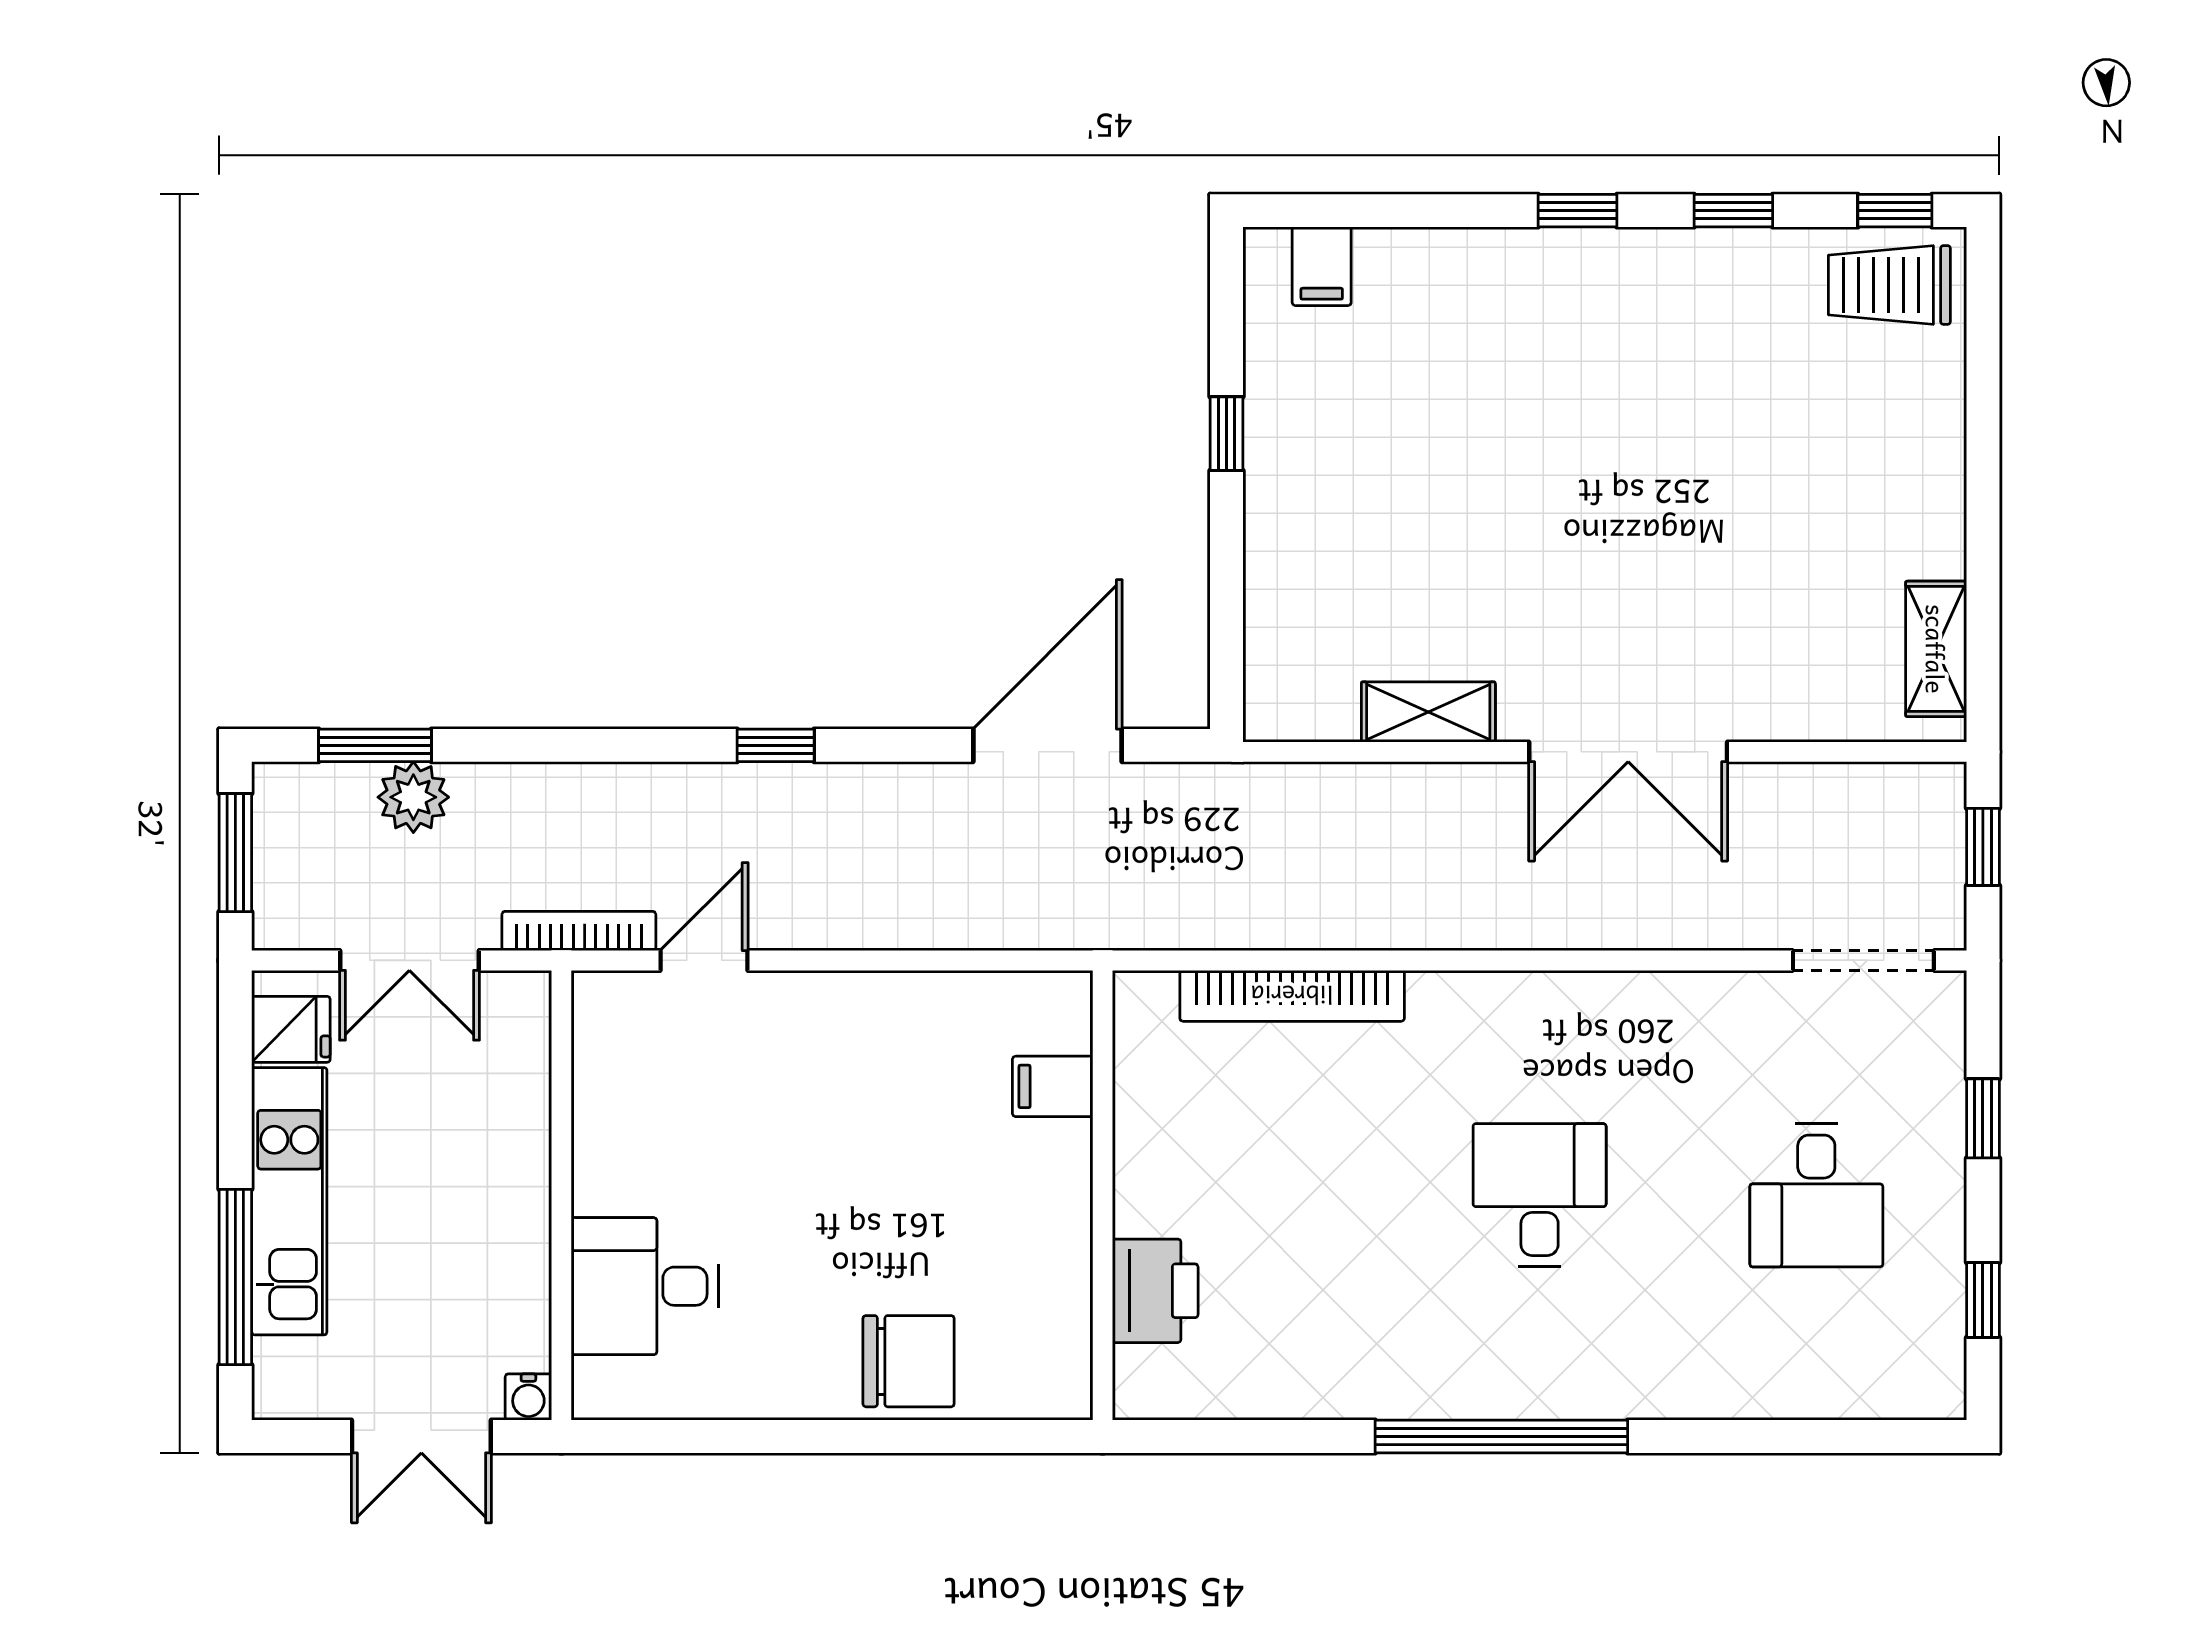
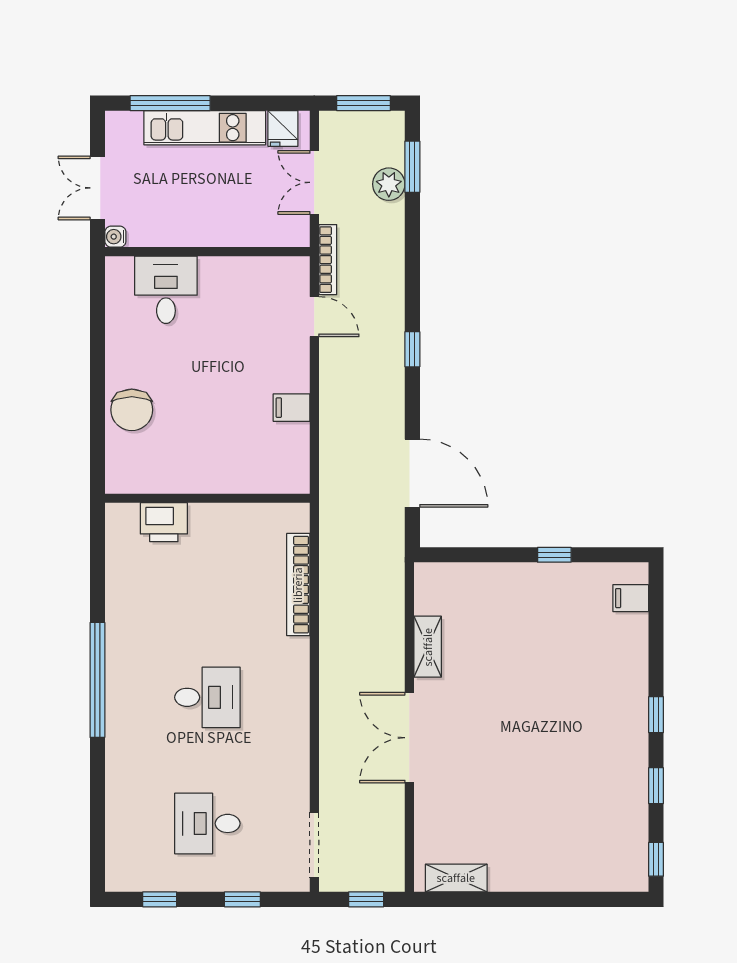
trolley: (1889, 285) -> (622, 857), removed
filing cabinet: (1053, 1086) -> (292, 408), moved, turned -90

